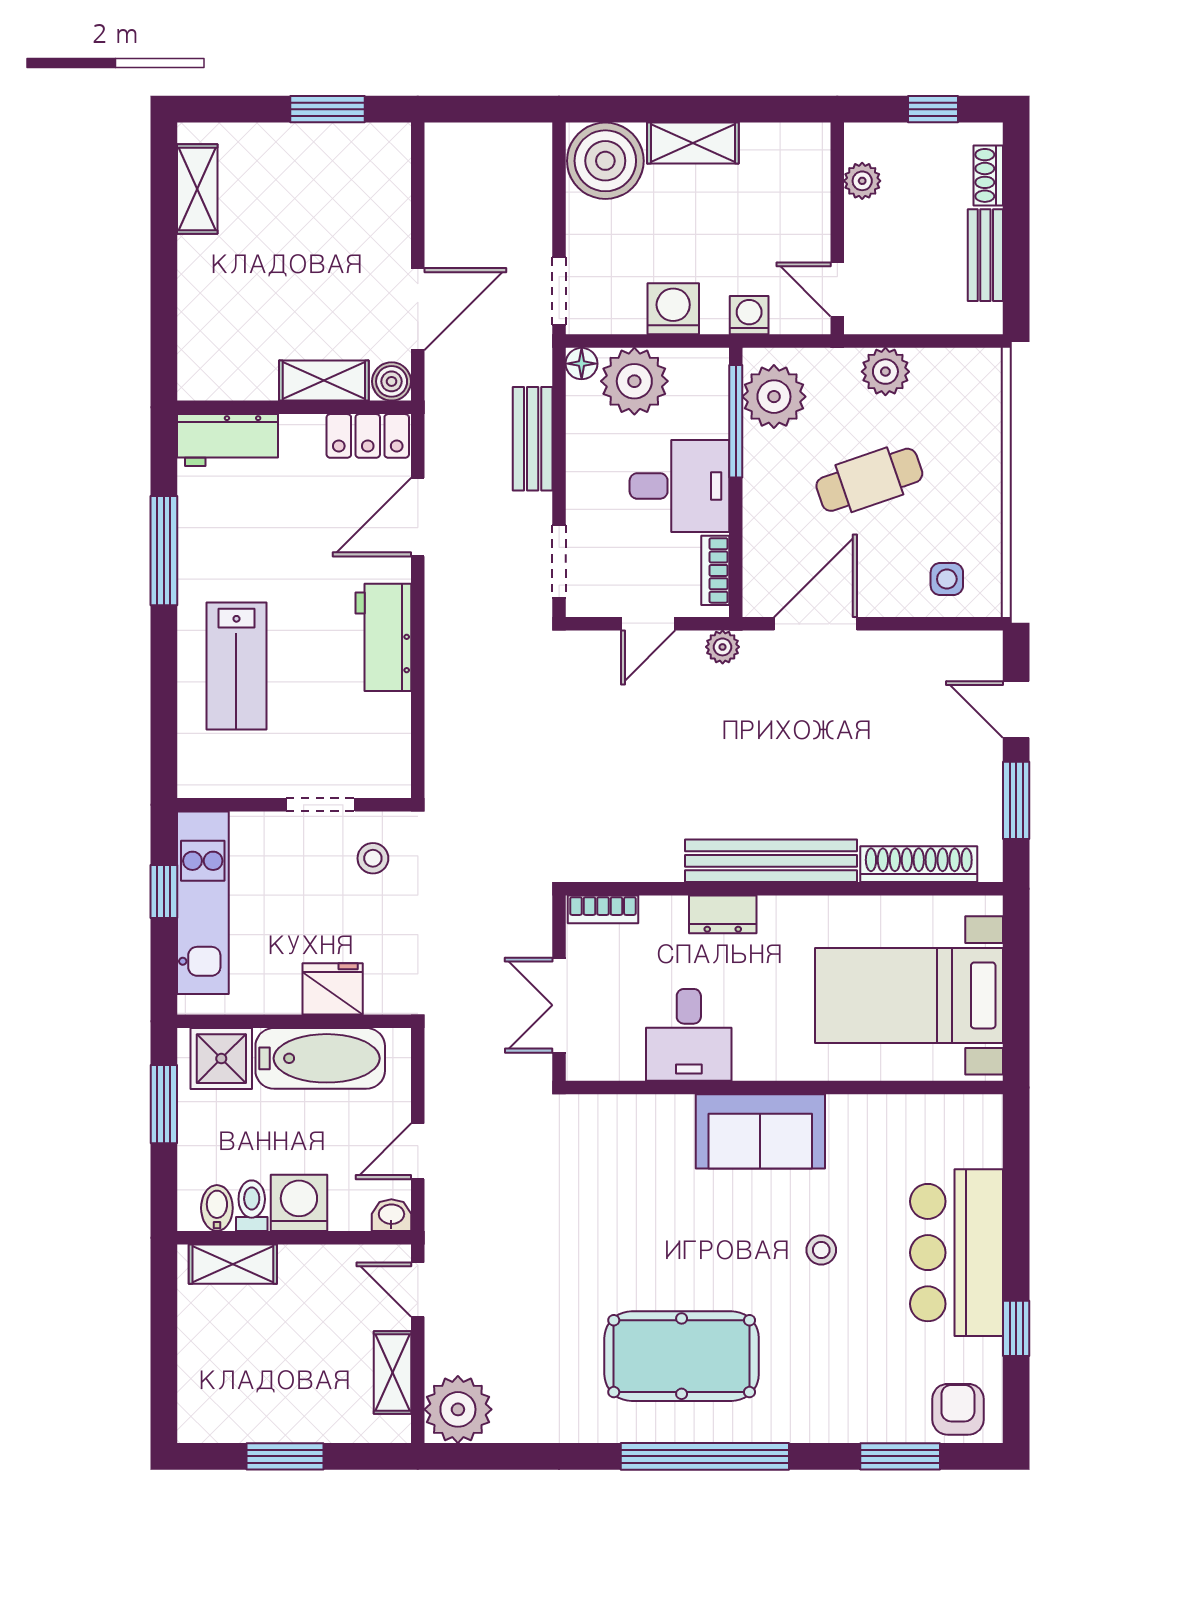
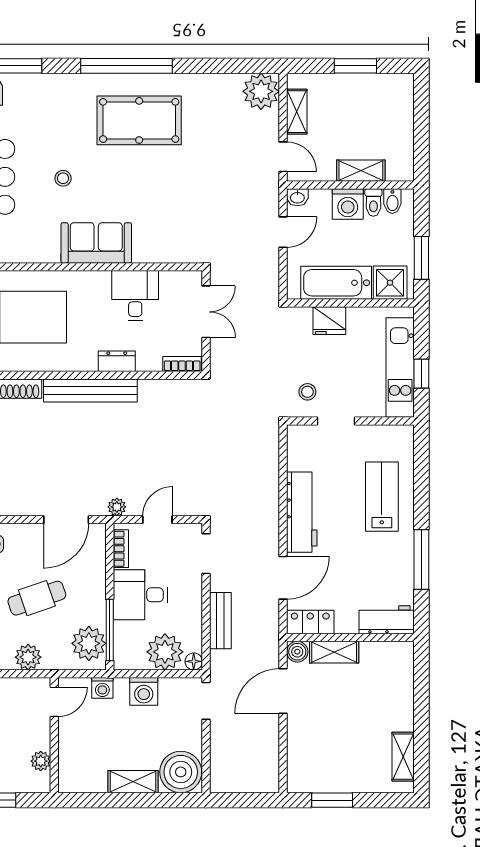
door: (837, 290) -> (54, 702), hinge flipped
workbench: (383, 637) -> (302, 512), width x1.38
shelving: (233, 1264) -> (361, 171), moved

